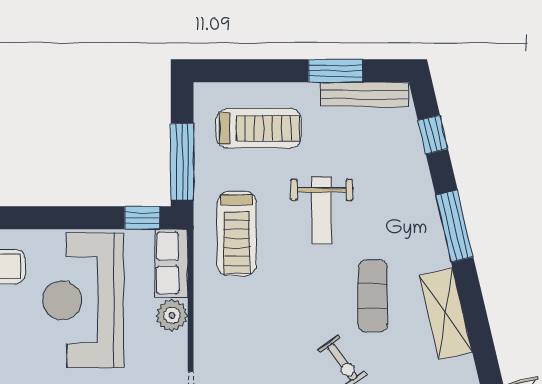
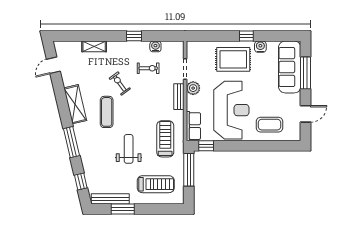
treadmill: (259, 128) -> (156, 184), turned 180
plant: (172, 315) -> (193, 88), moved
bench: (205, 332) -> (179, 97), added

